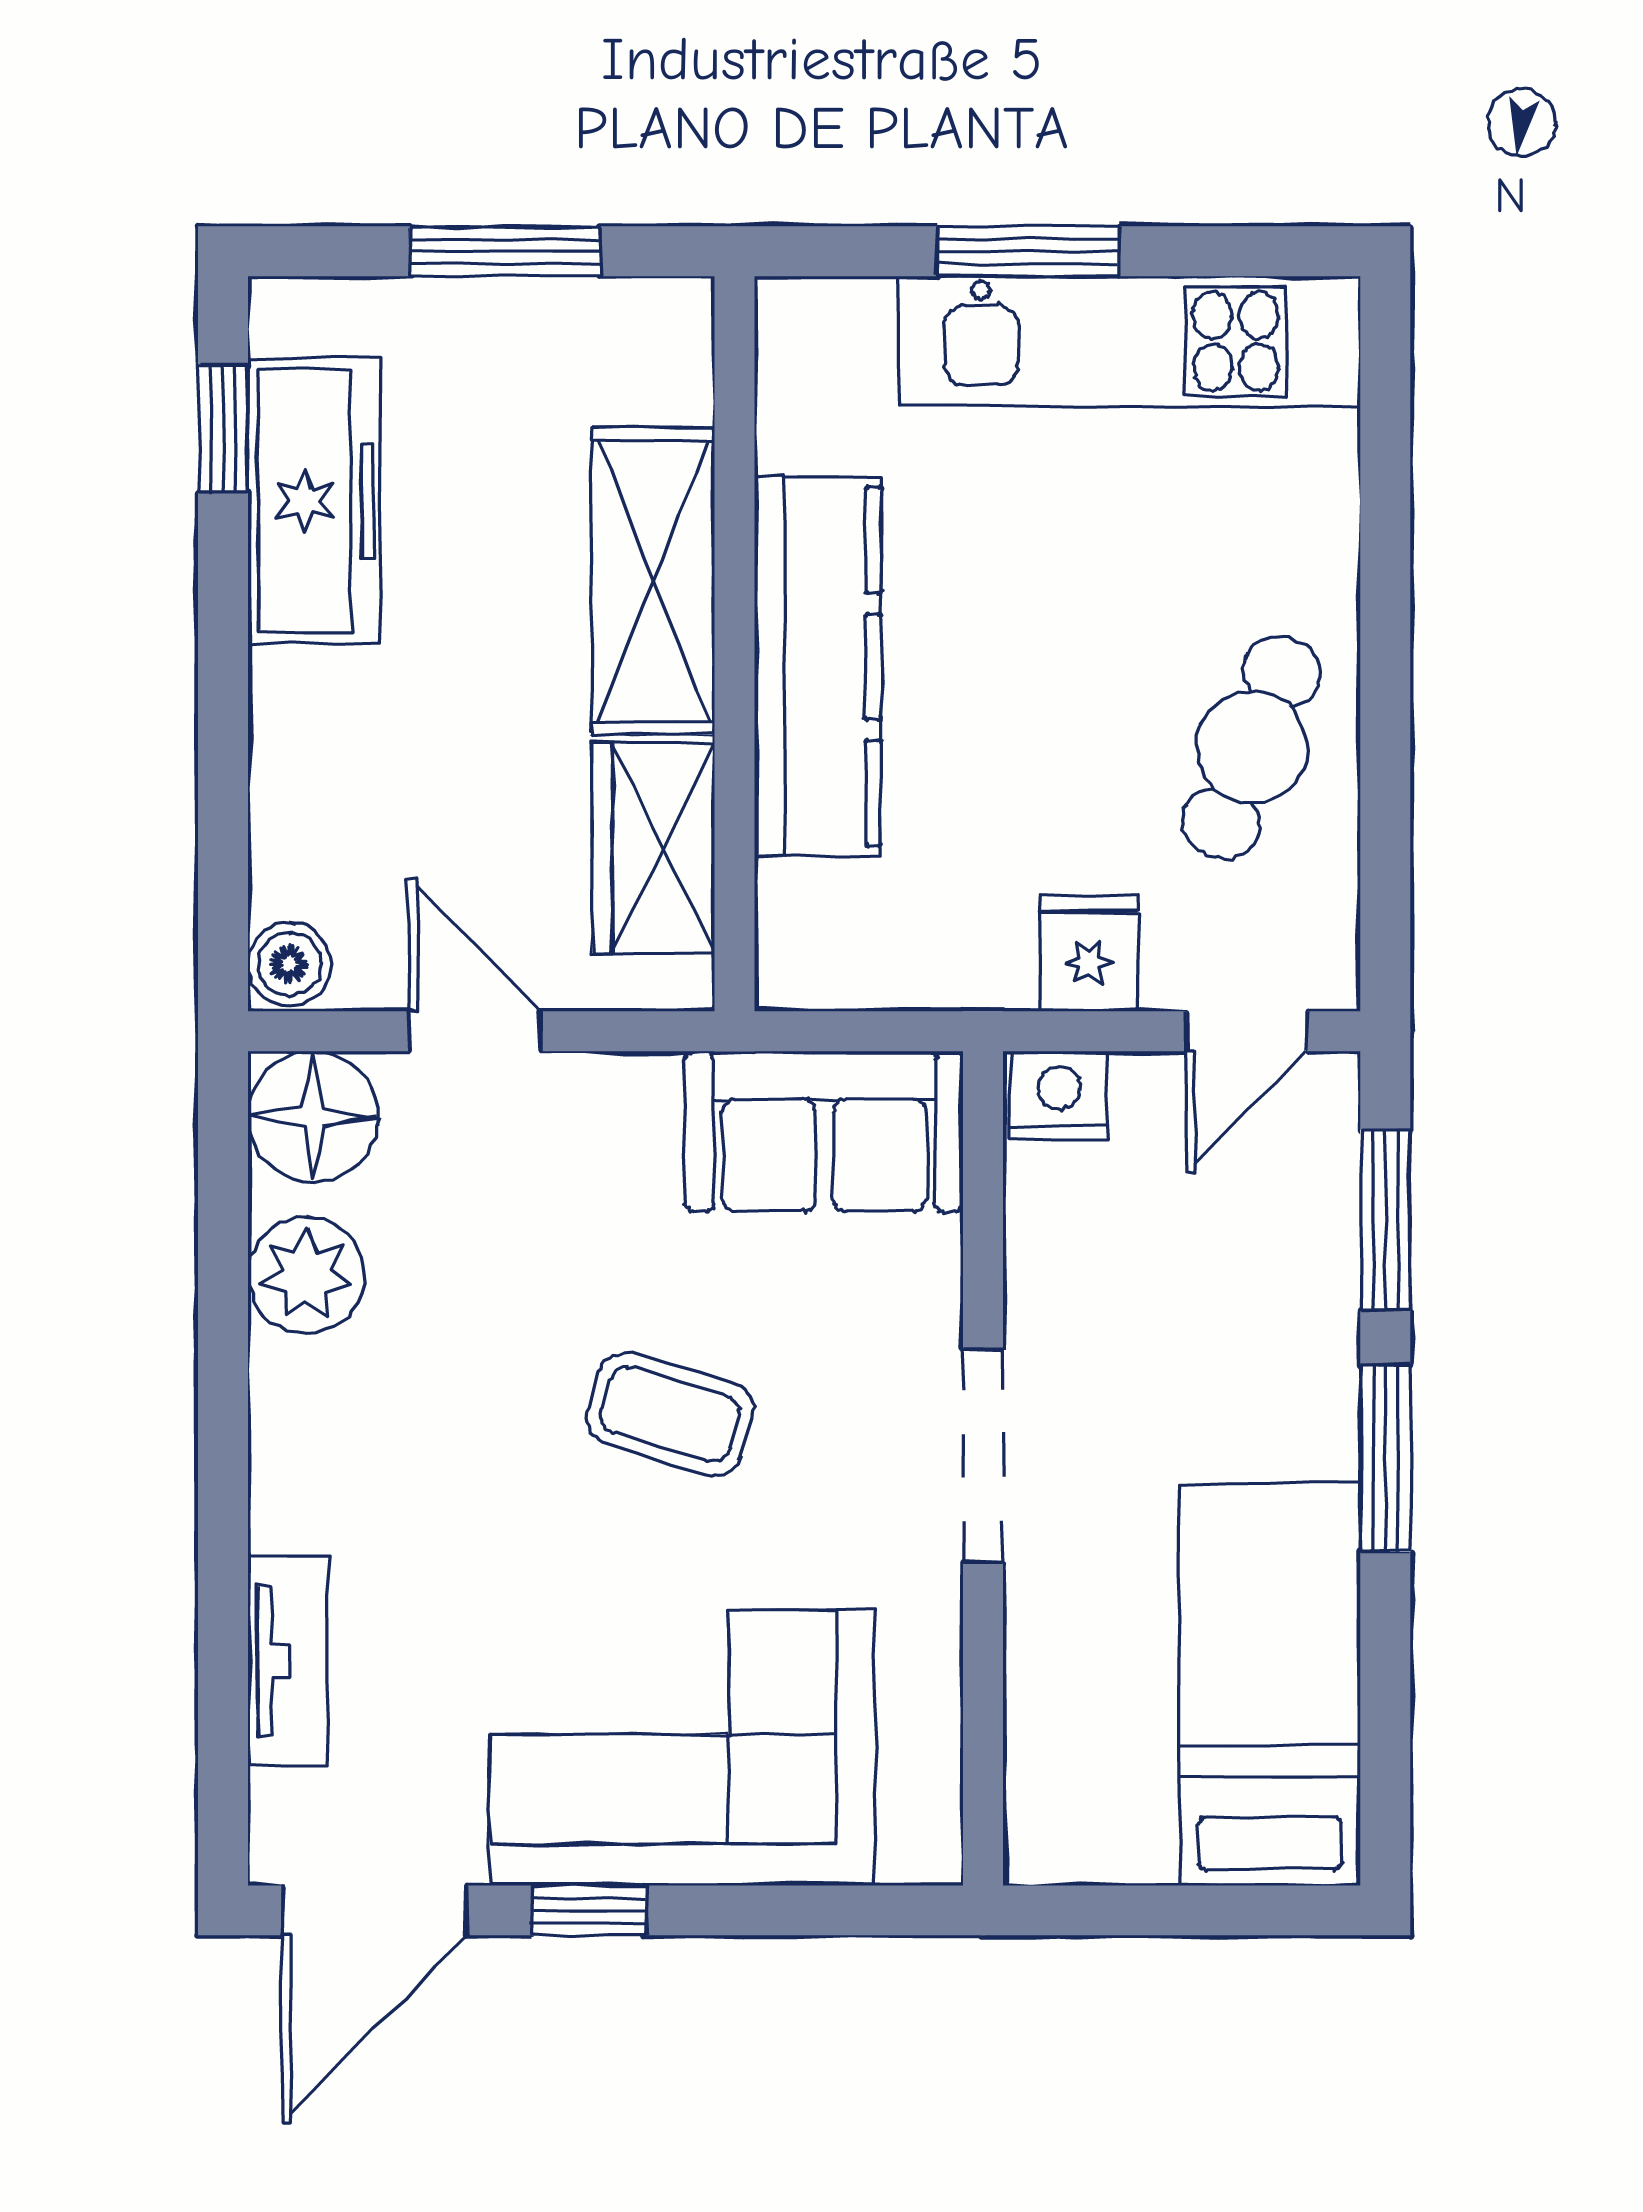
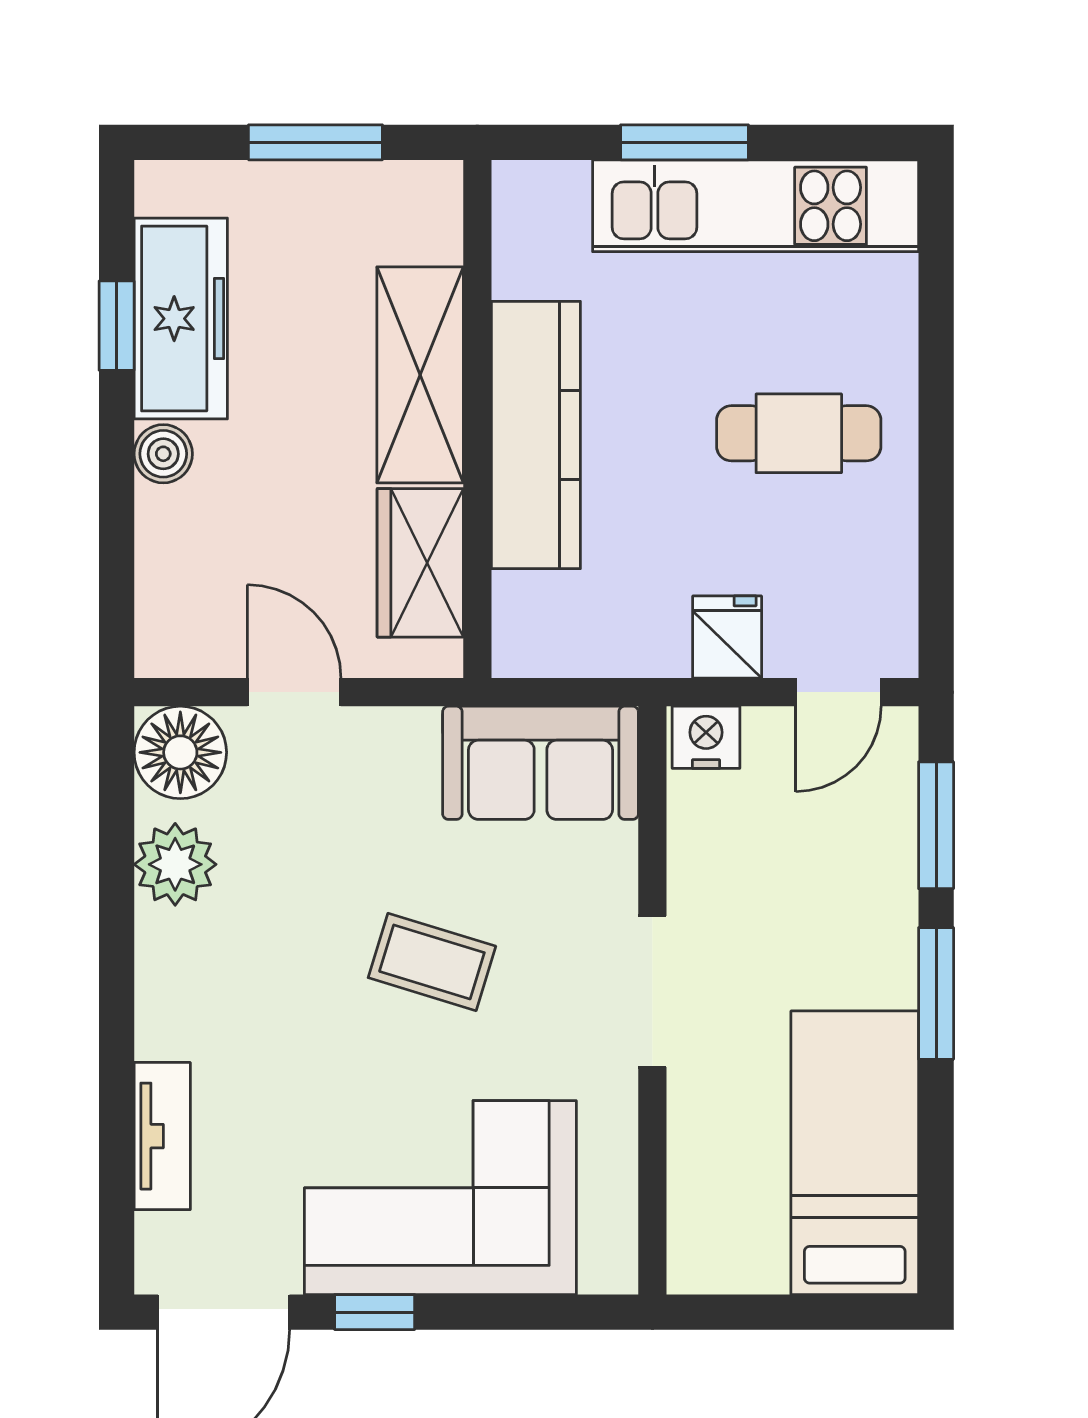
window: (223, 429) -> (117, 326), moved
cafe table: (1252, 748) -> (799, 433), moved, turned 68
boiler: (289, 964) -> (163, 454), moved

